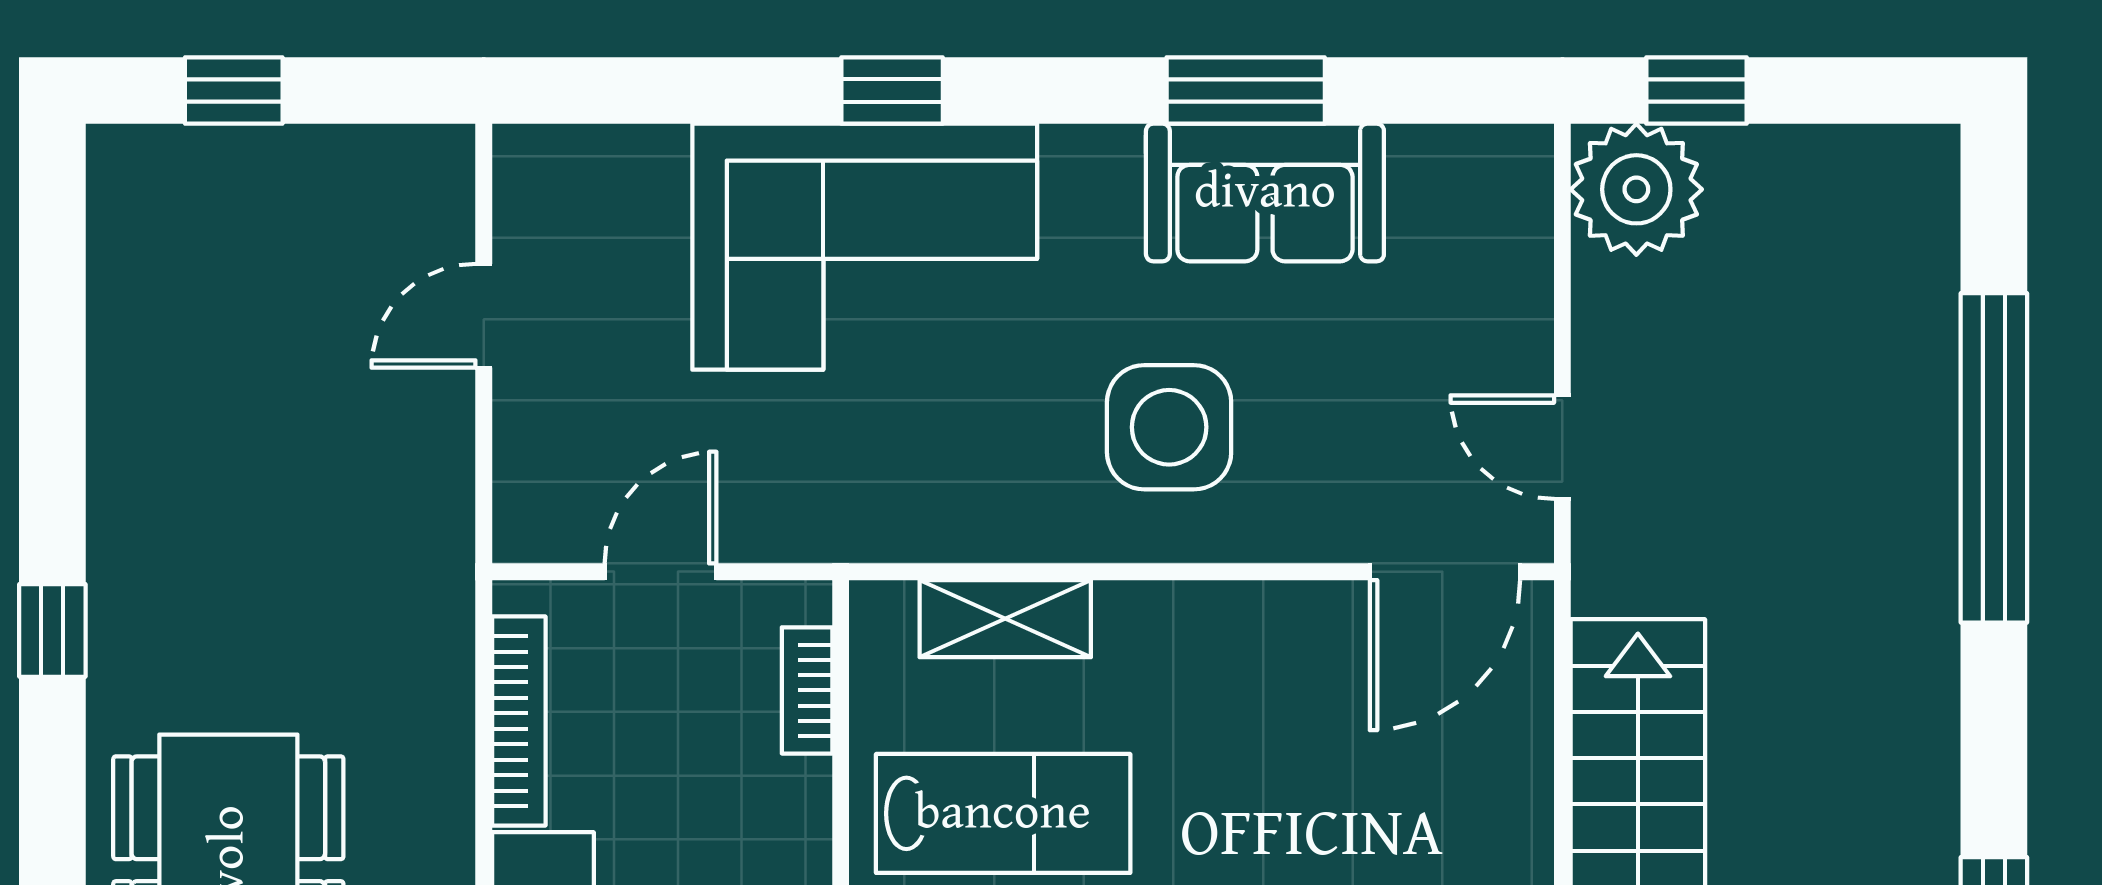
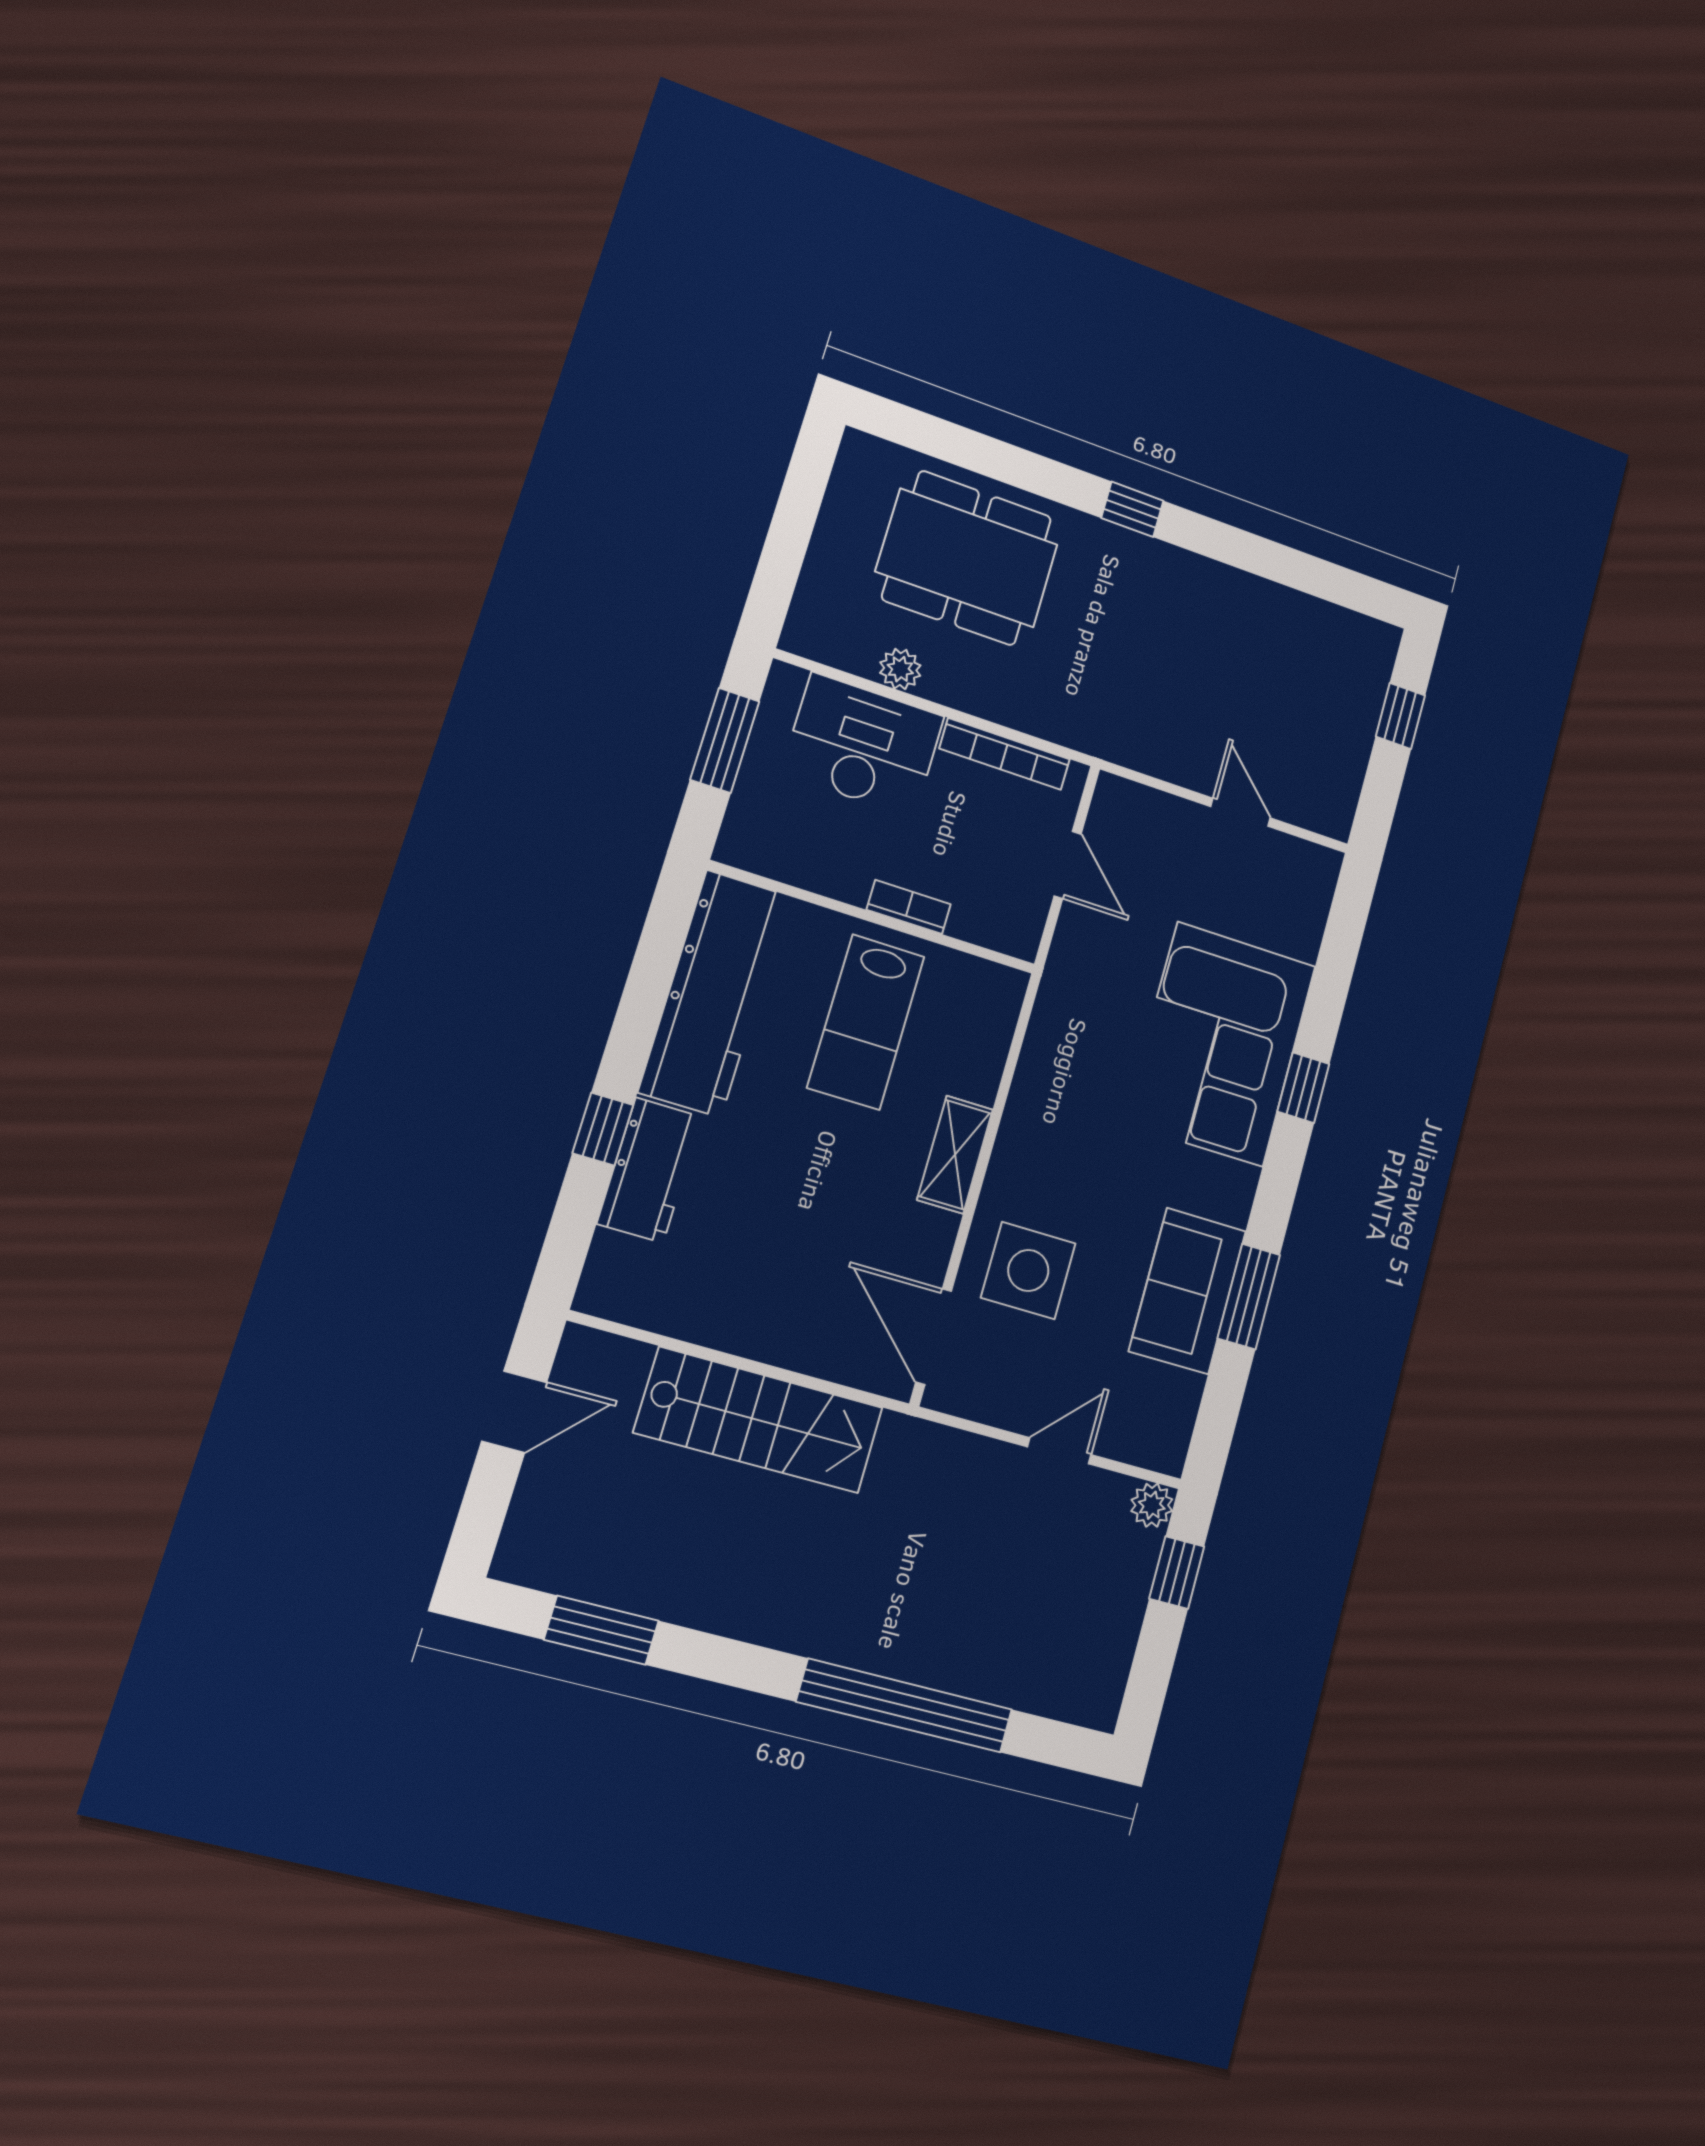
plant: (1636, 189) -> (1152, 1505), width x0.53, depth x0.53
side table: (1169, 427) -> (1028, 1270), moved
door: (1562, 447) -> (1059, 1451), moved
shelving: (1005, 619) -> (955, 1155), moved
bookcase: (807, 690) -> (909, 907), moved

